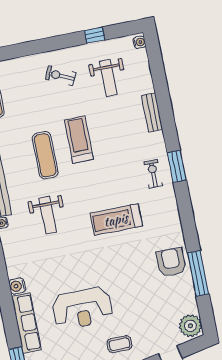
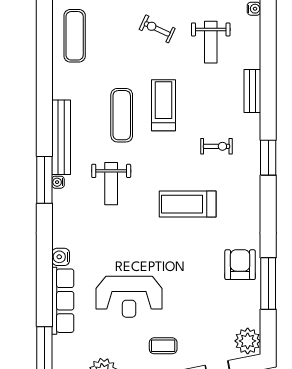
exercise bike: (153, 174) -> (217, 146), moved, turned 90

